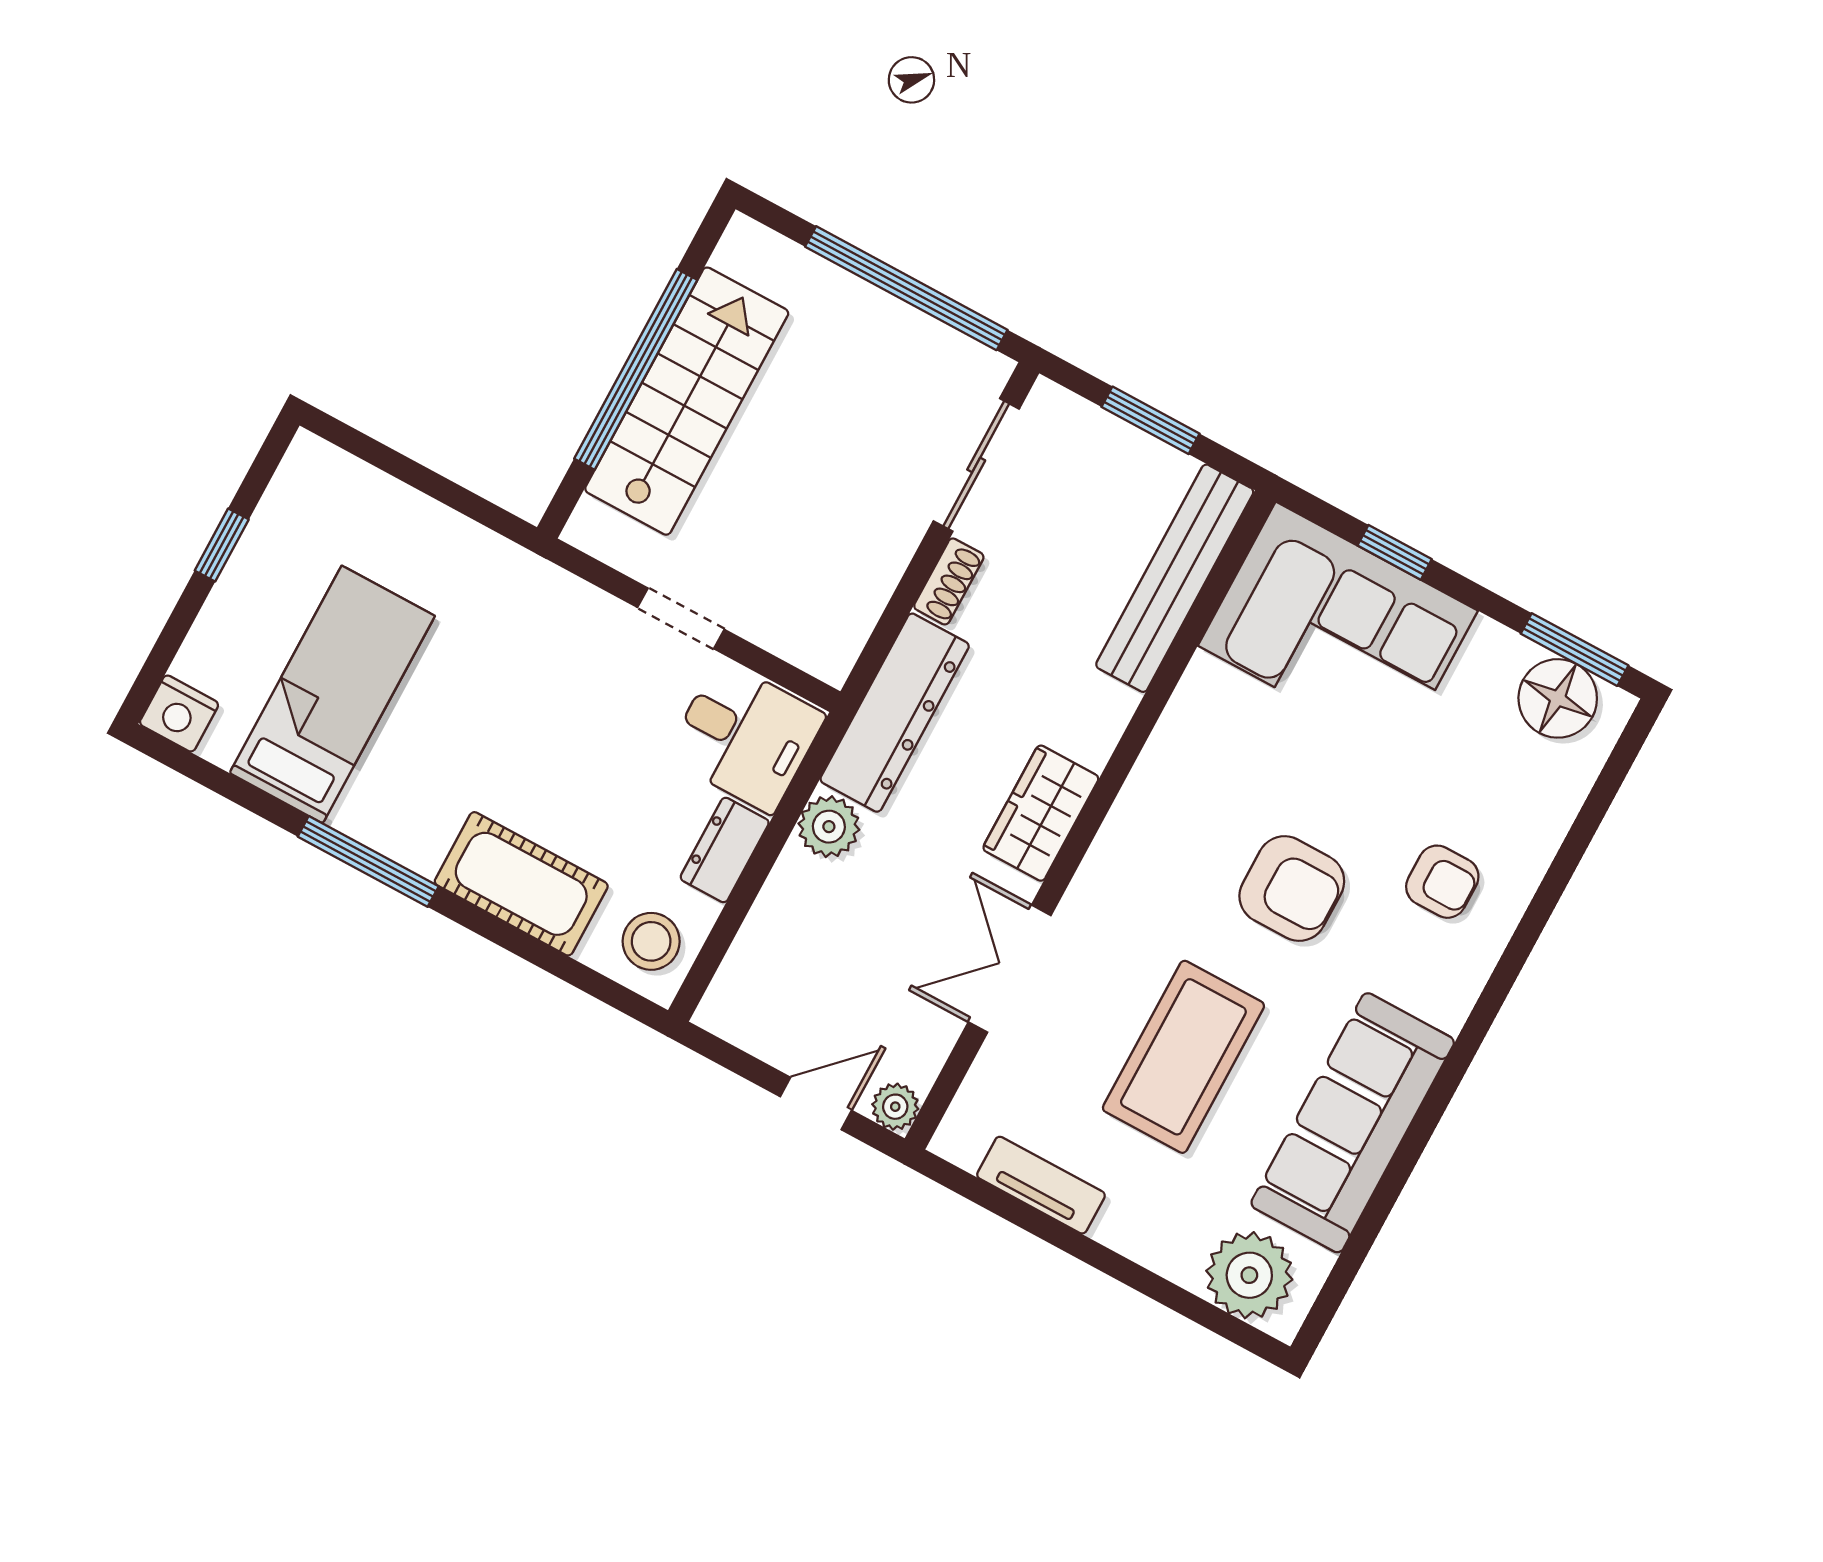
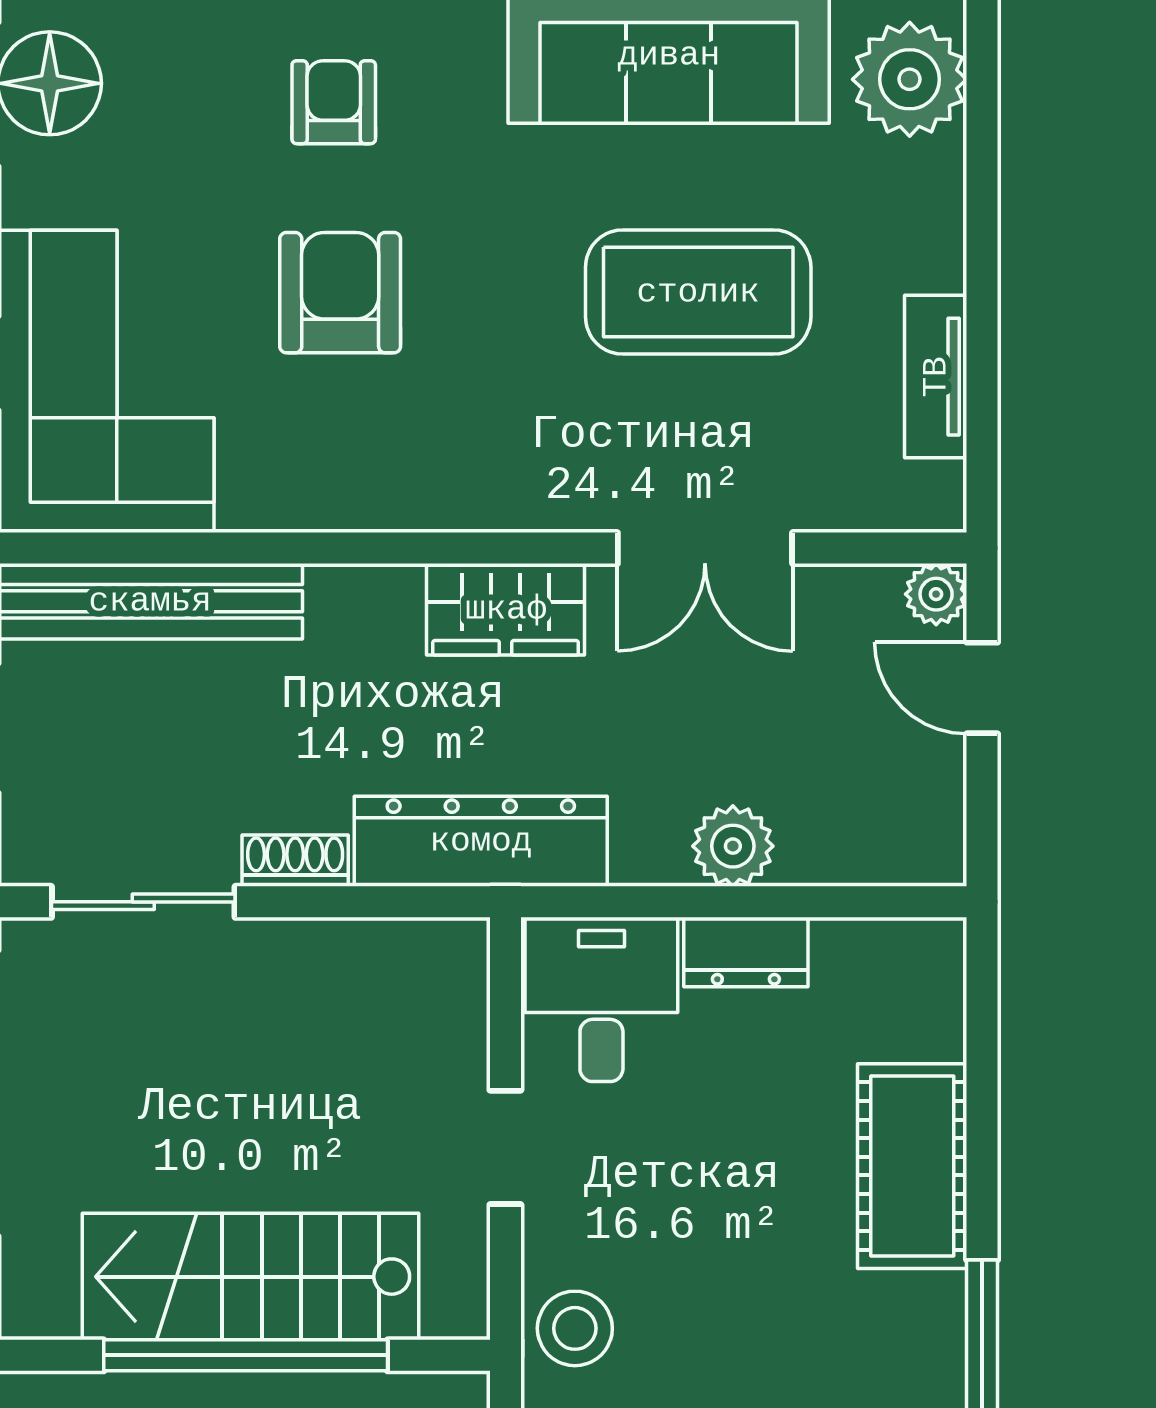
plant: (829, 827) -> (733, 846), moved
armchair: (1292, 889) -> (340, 293), moved
stool: (651, 941) -> (575, 1328), moved

